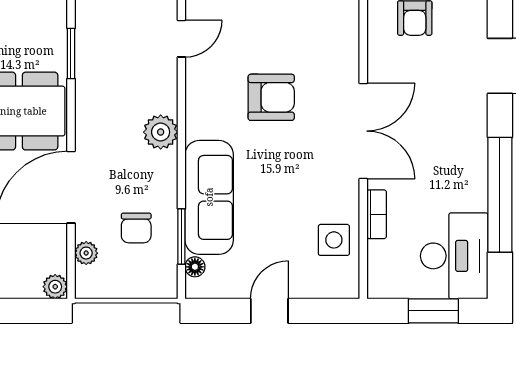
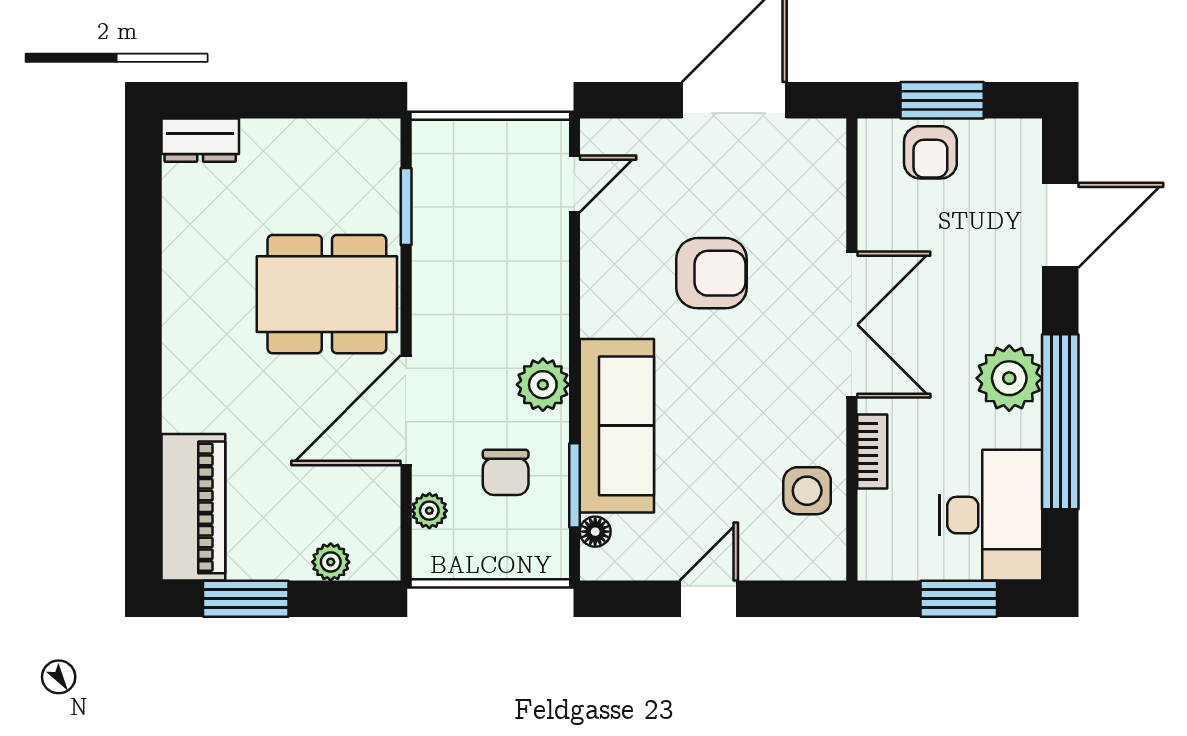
plant: (161, 132) -> (543, 385), moved
plant: (466, 166) -> (1009, 378), added
plant: (55, 287) -> (331, 562), moved

